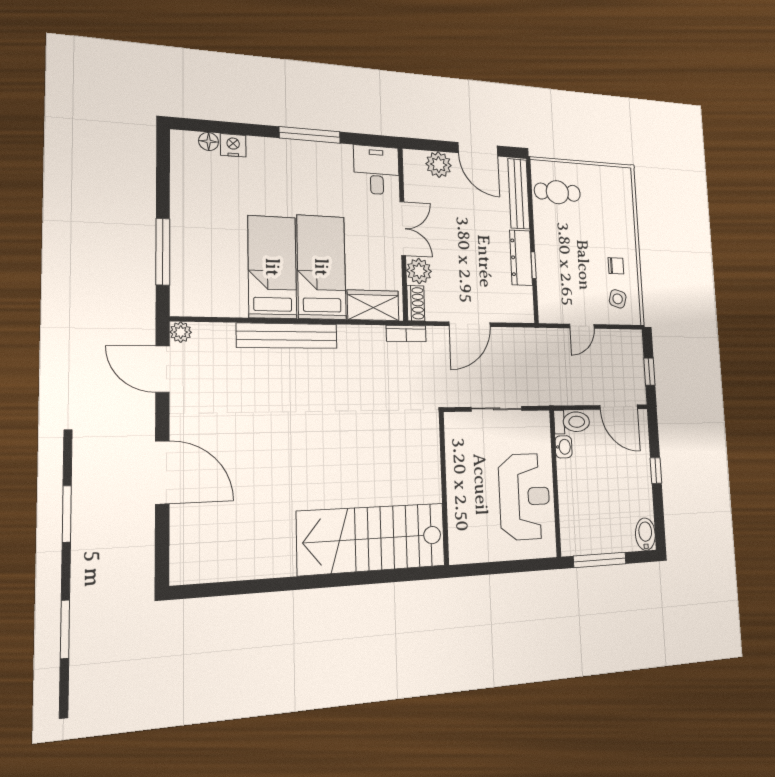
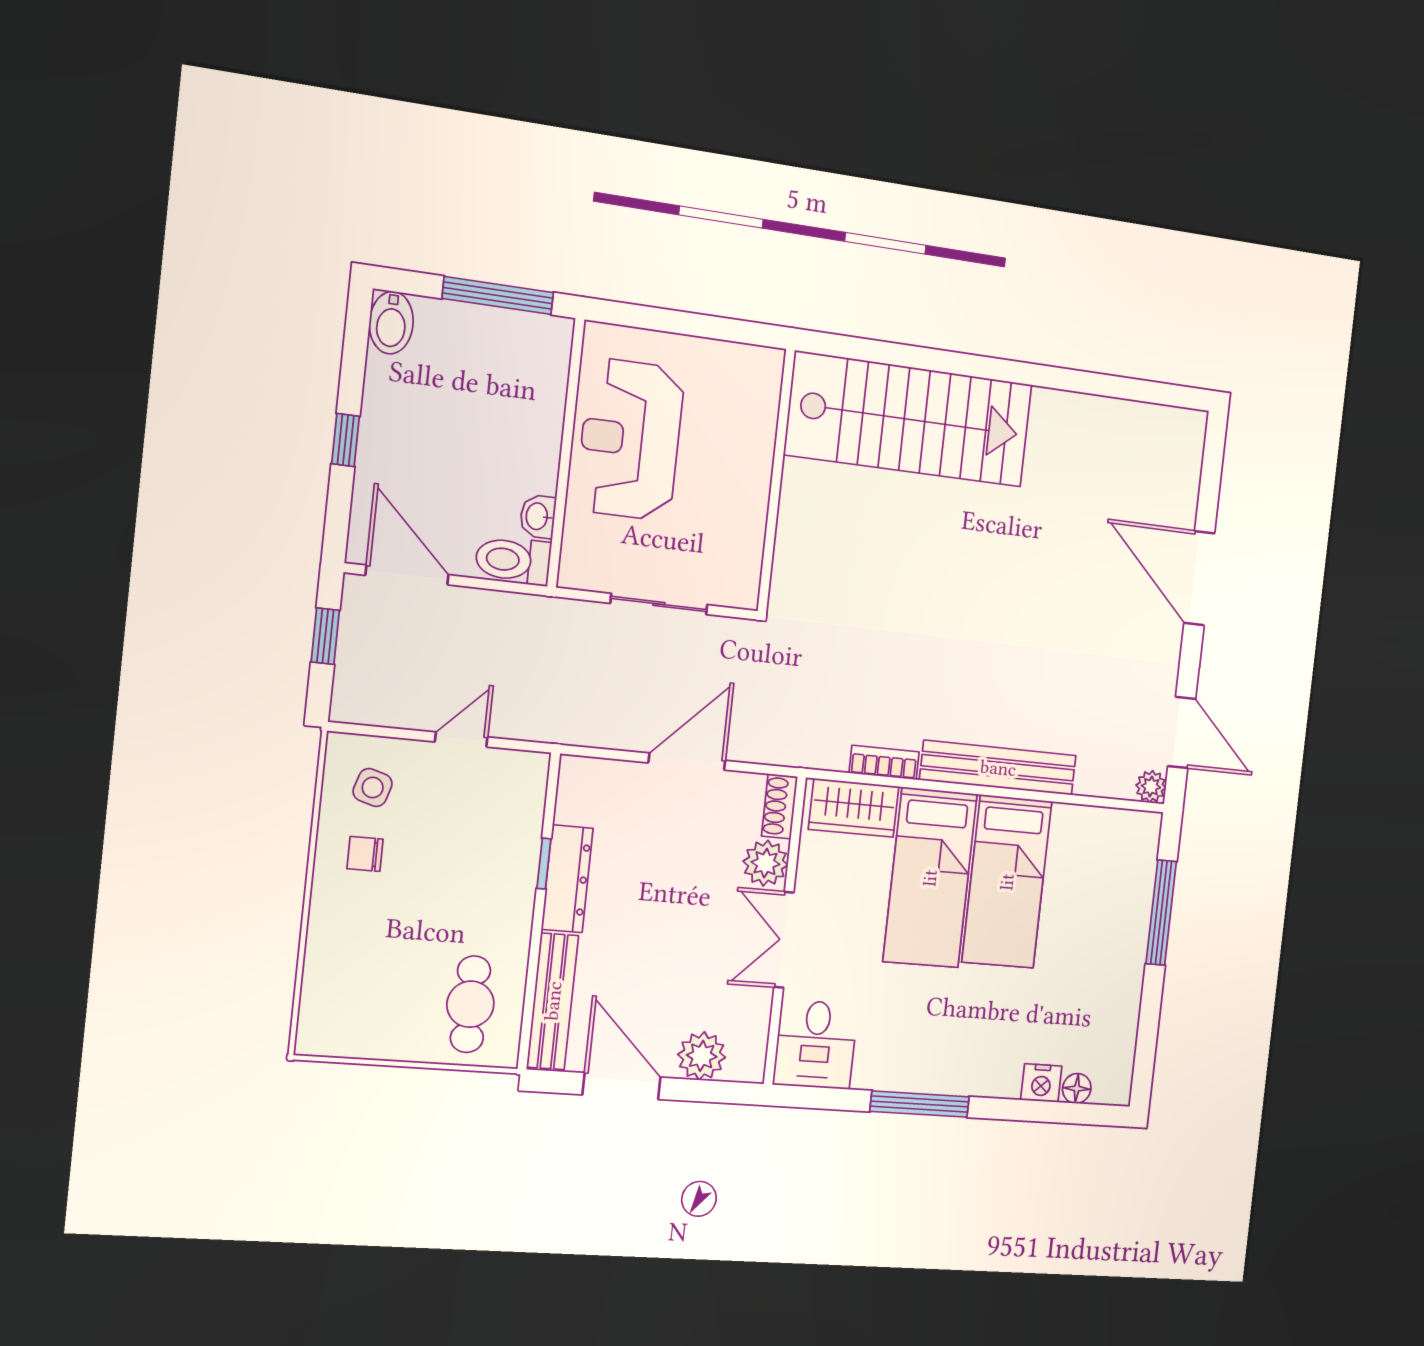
cafe table: (557, 192) -> (470, 1004), turned 90
bookcase: (406, 334) -> (884, 763), moved

